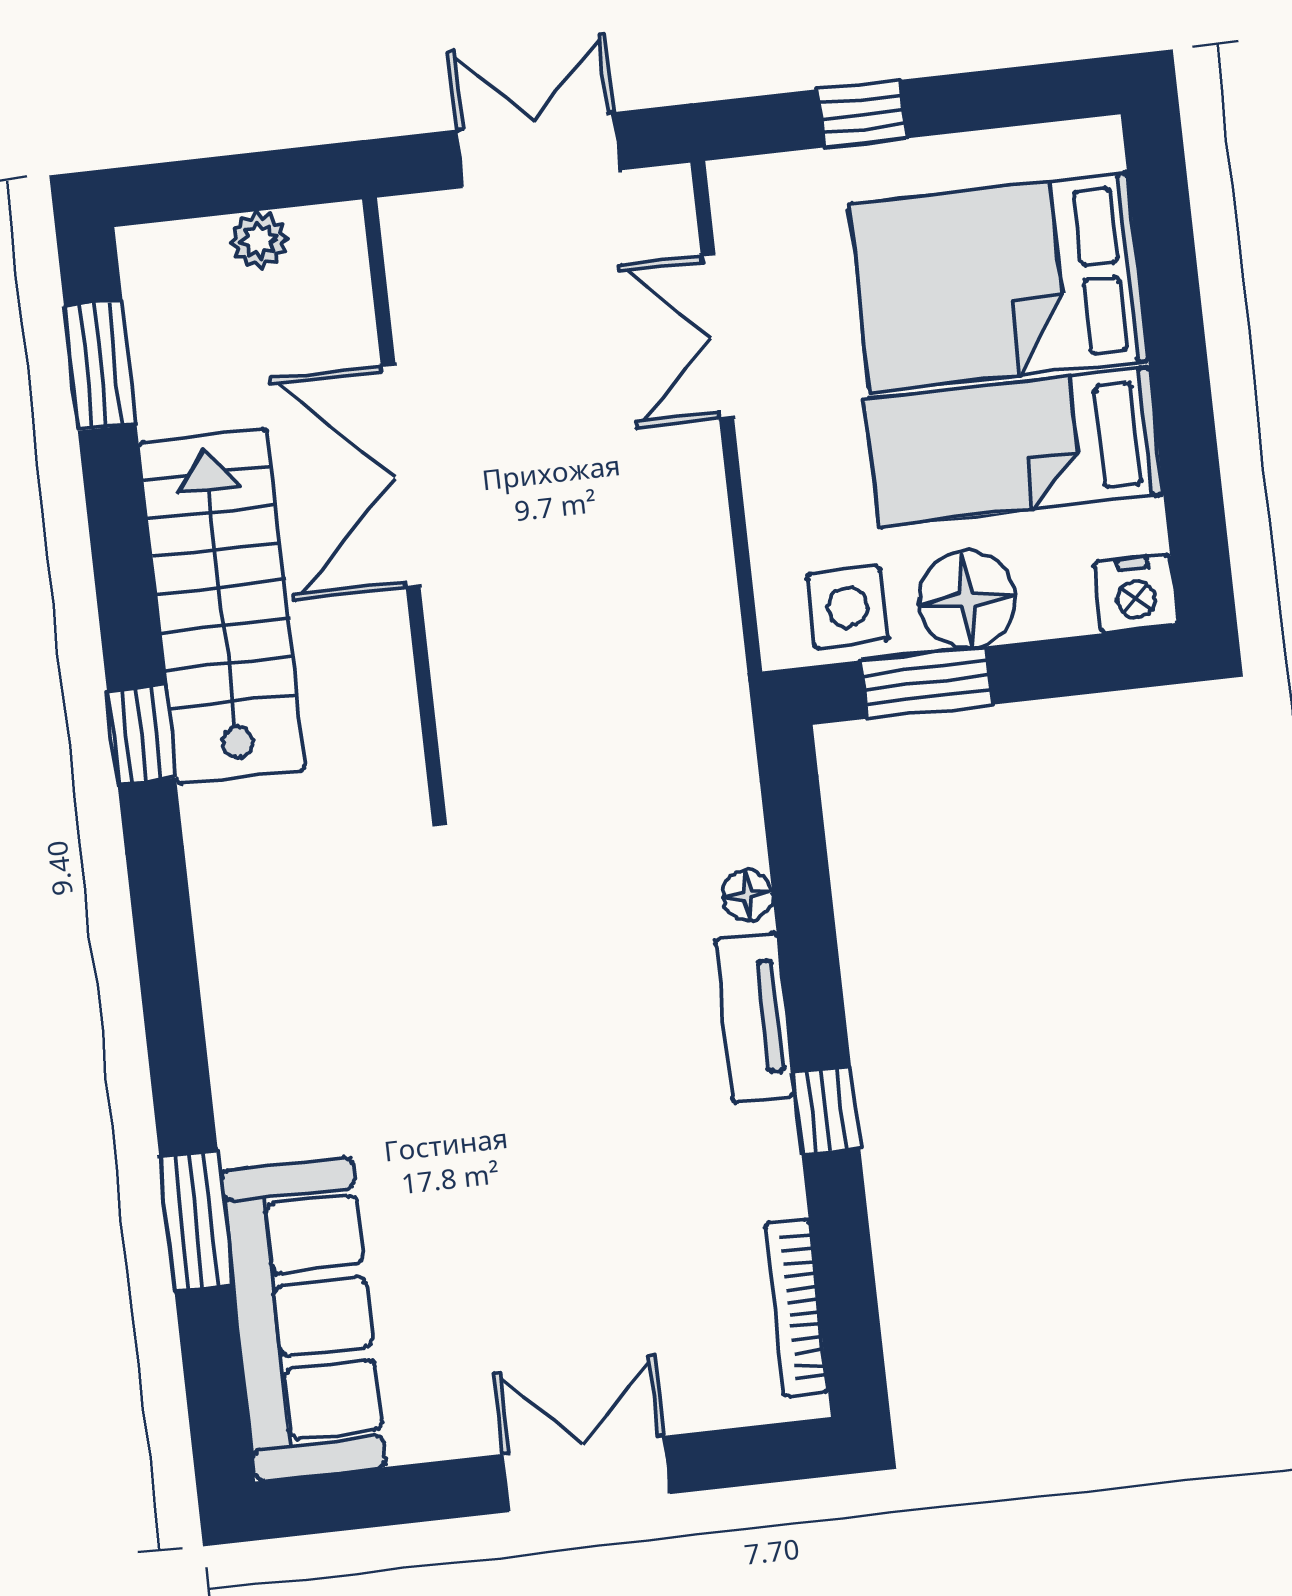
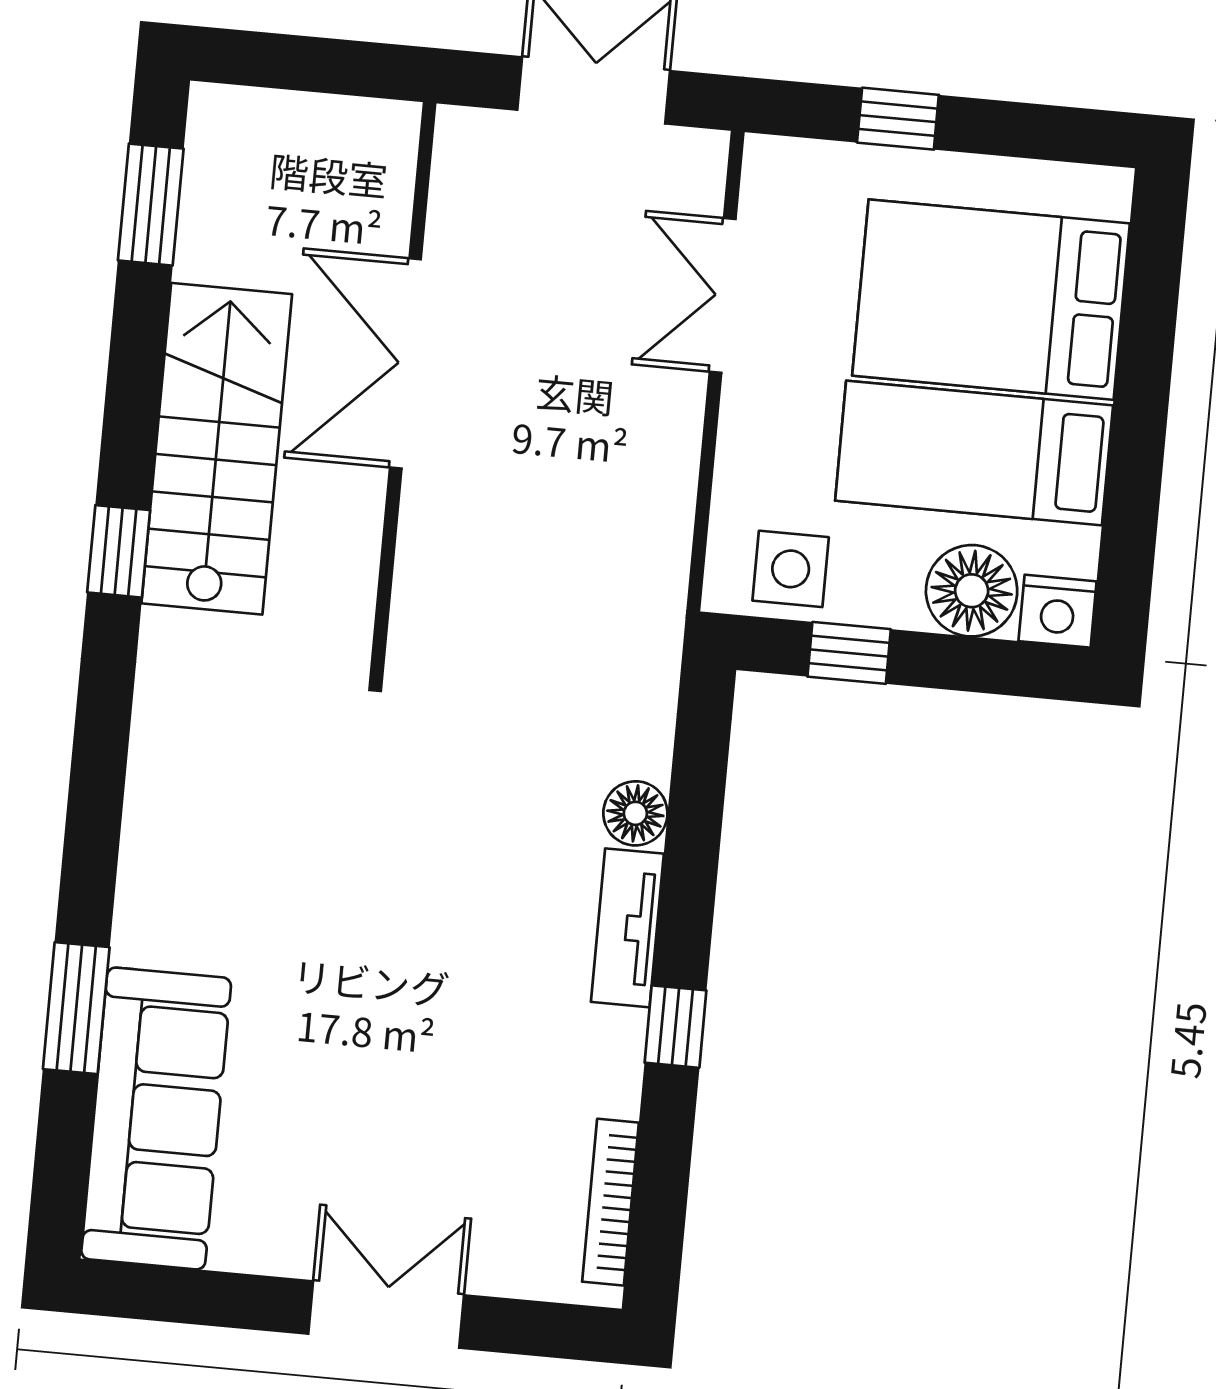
plant: (259, 240) -> (320, 120), removed
floor lamp: (967, 599) -> (972, 591), moved
window: (927, 682) -> (849, 653), width x0.67
floor lamp: (747, 895) -> (635, 813), width x1.37, depth x1.37

